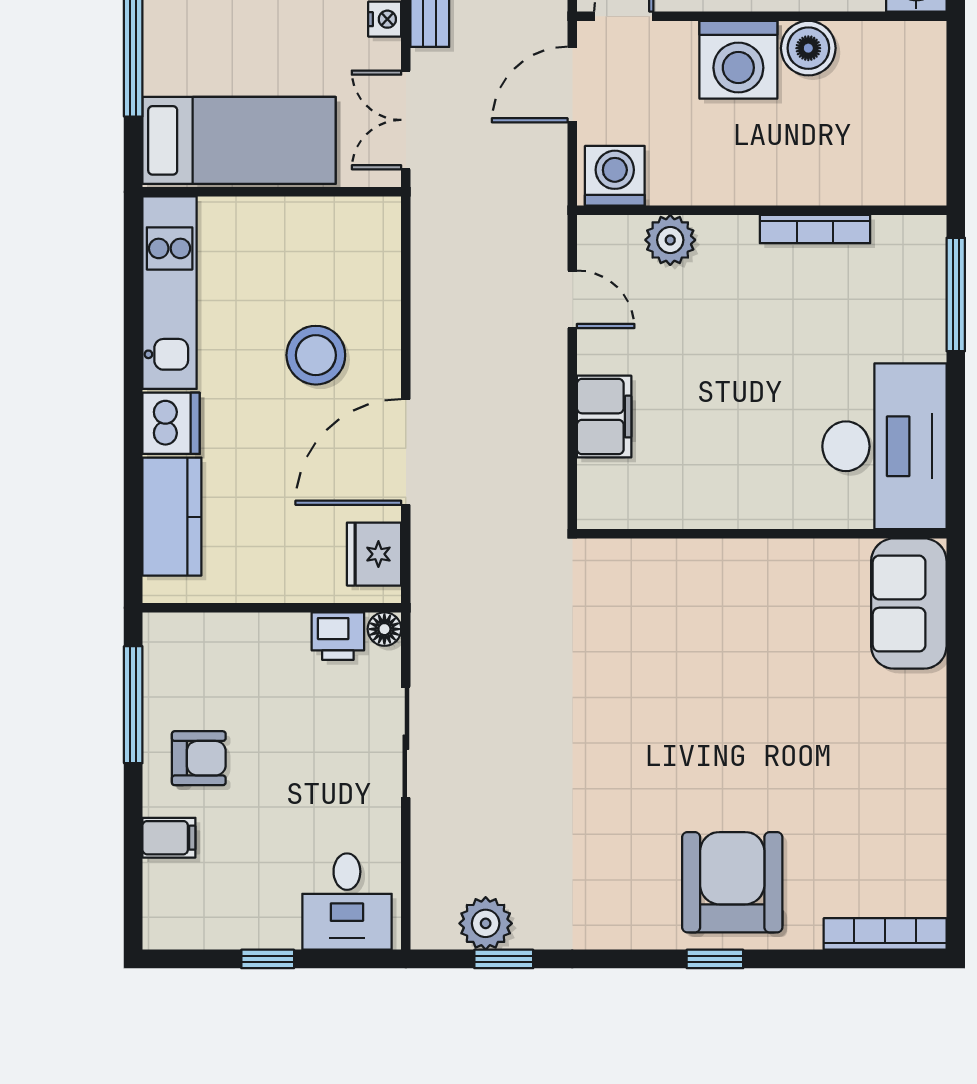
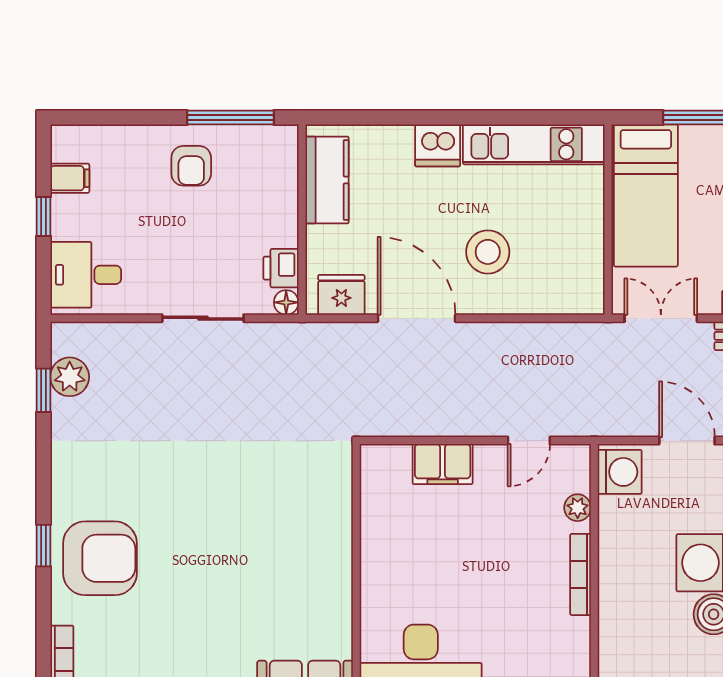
bookcase: (815, 229) -> (581, 574), moved
plant: (670, 240) -> (578, 508), width x0.73, depth x0.73
kitchen counter: (172, 517) -> (327, 180), moved, turned -90
filing cabinet: (169, 838) -> (70, 178), moved, turned -90

